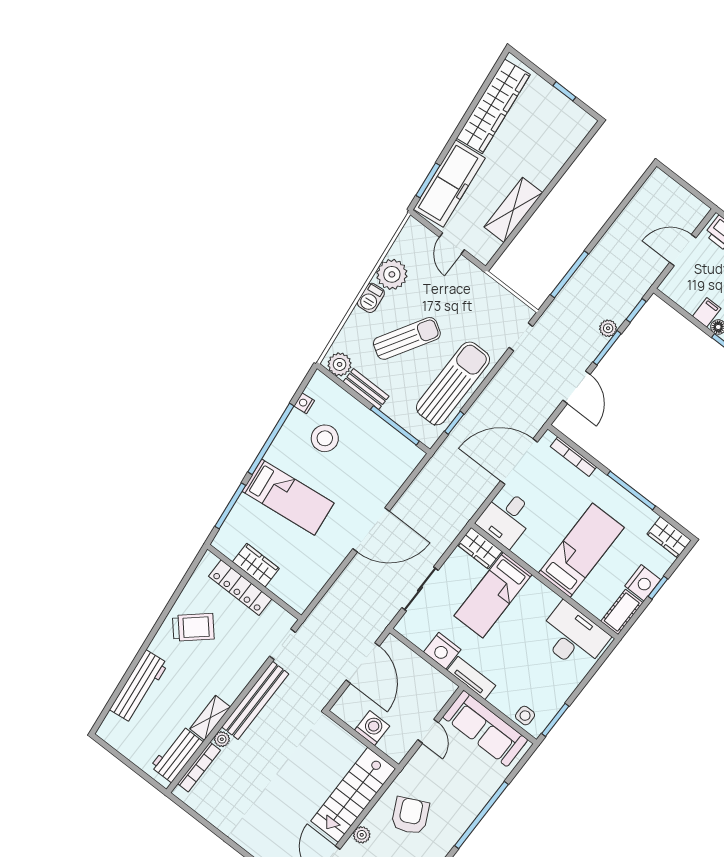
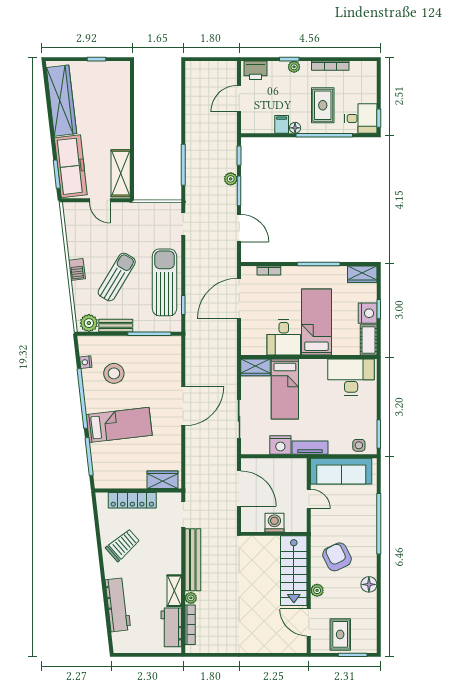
shelving: (513, 210) -> (121, 173), moved
plant: (392, 274) -> (79, 246), removed
bookcase: (573, 457) -> (269, 270), width x0.64
desk: (506, 518) -> (284, 337), moved
wardrobe: (256, 565) -> (162, 480), moved

